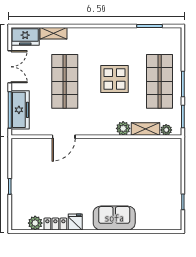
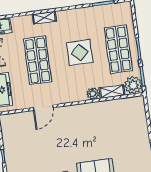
shelving: (54, 33) -> (44, 18), moved
plant: (166, 130) -> (133, 85), width x1.88, depth x1.88

